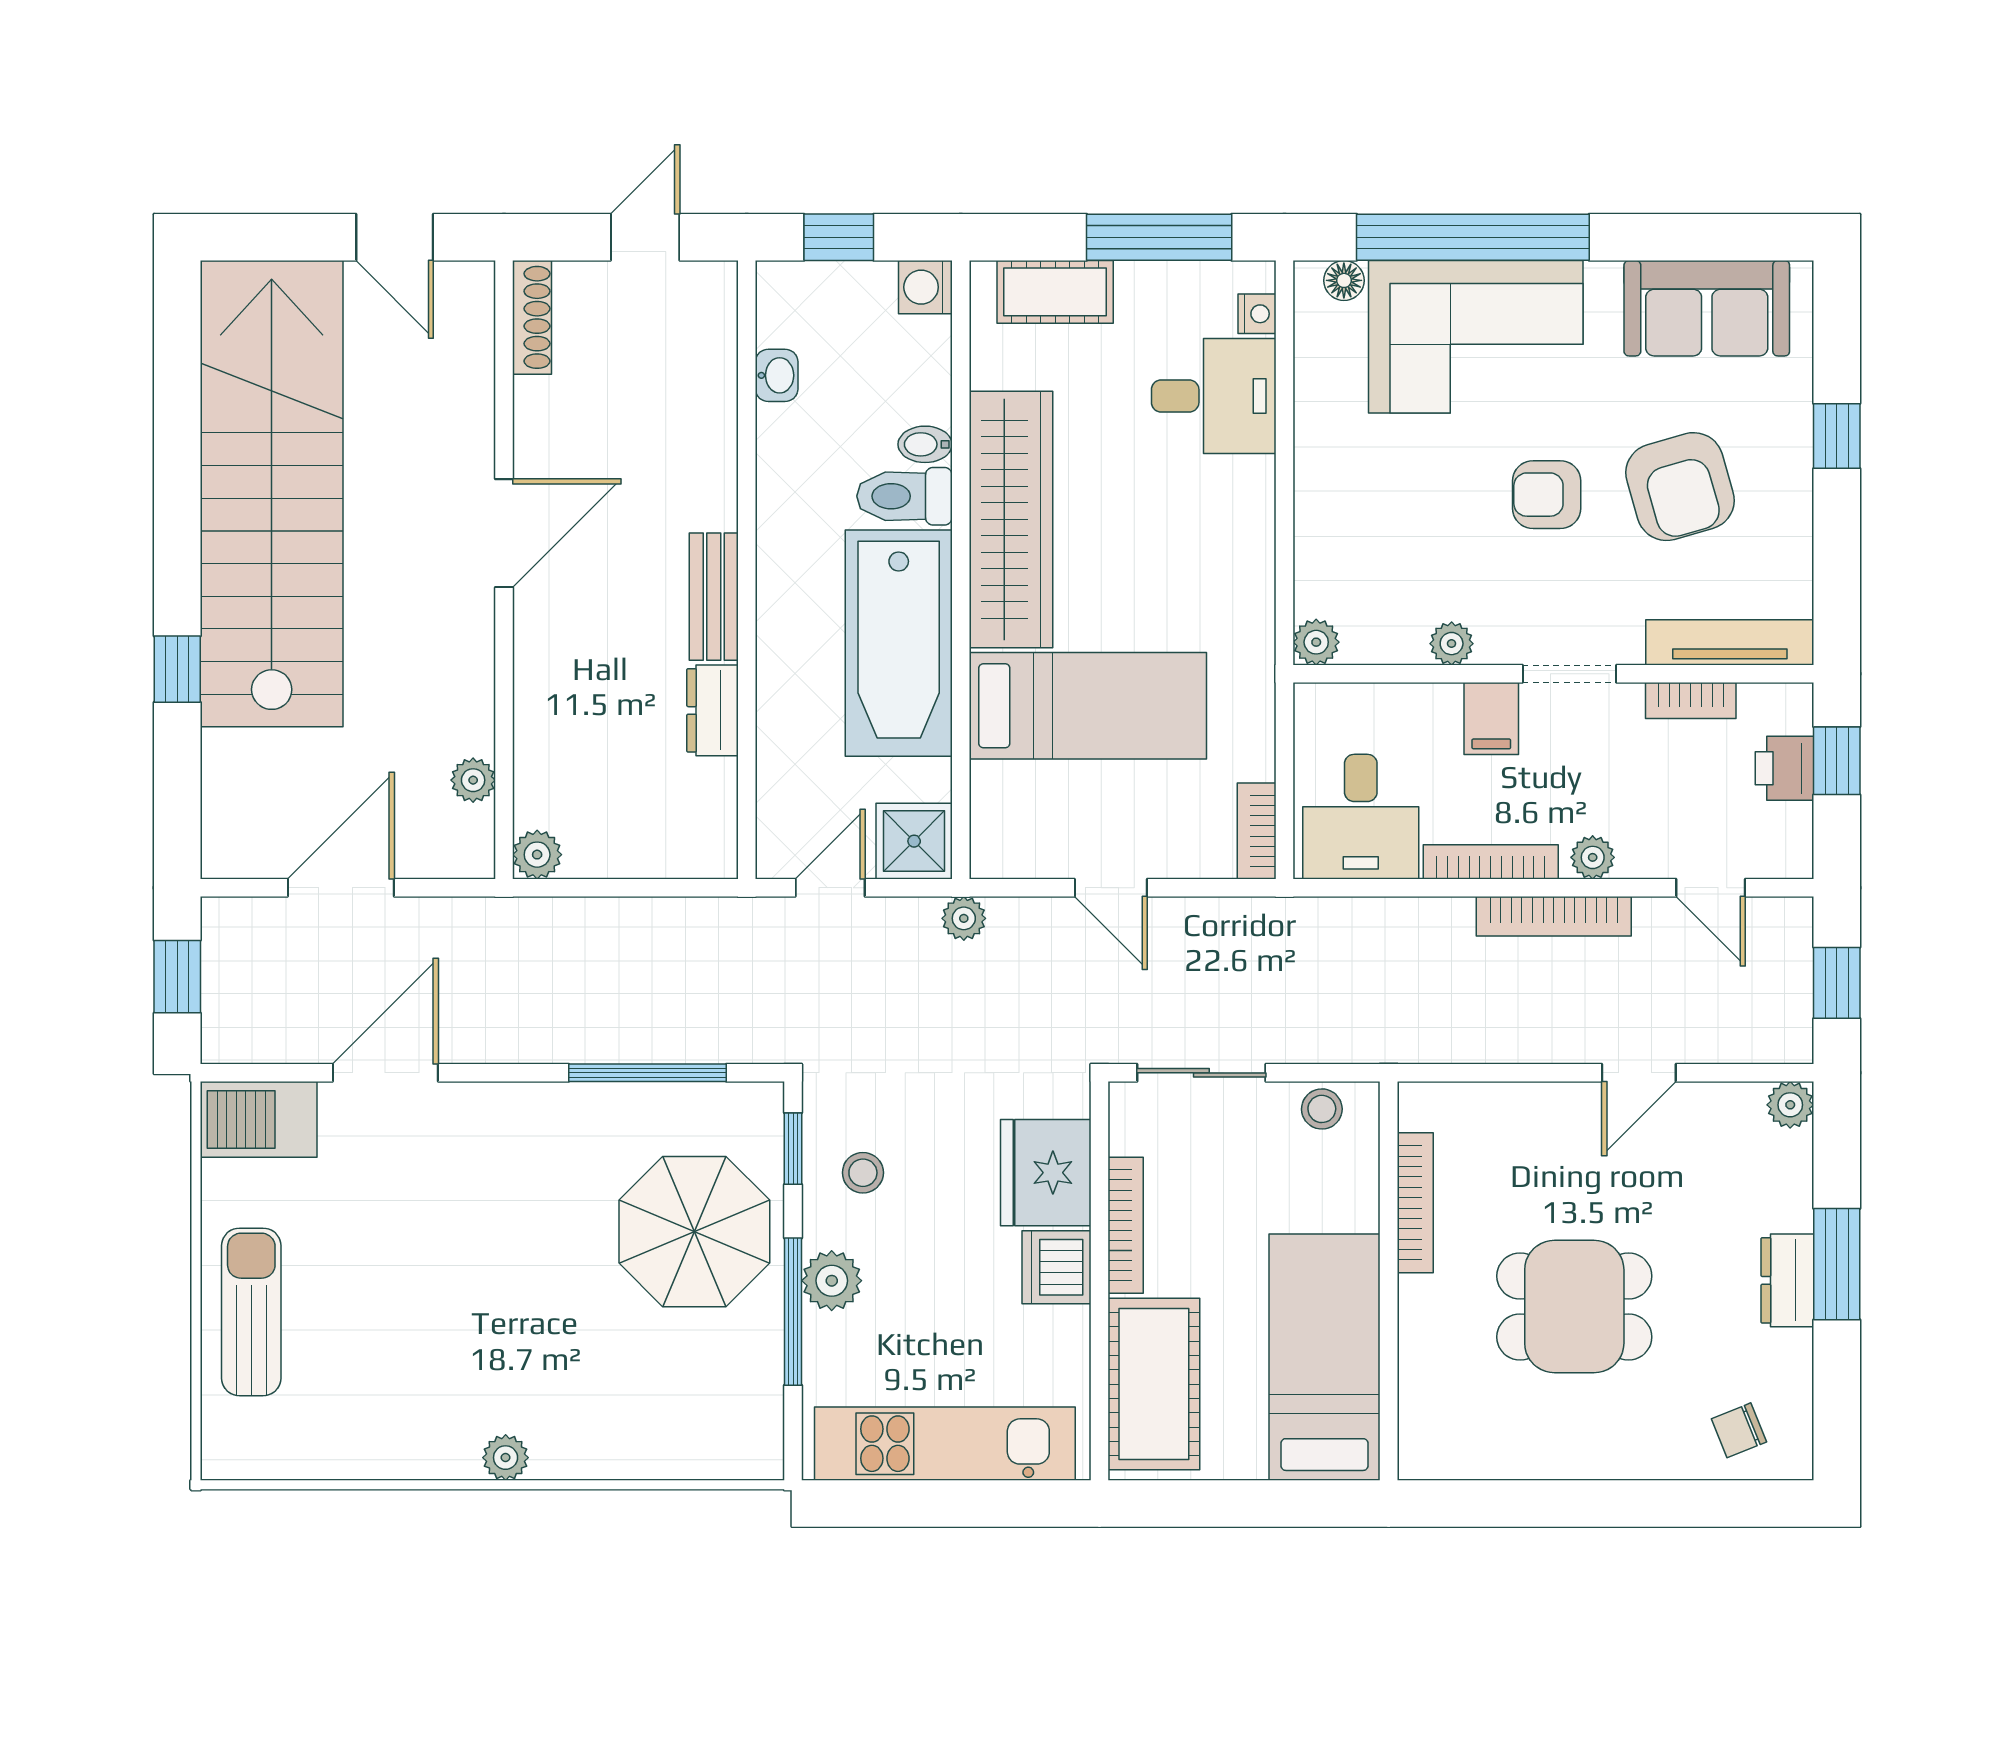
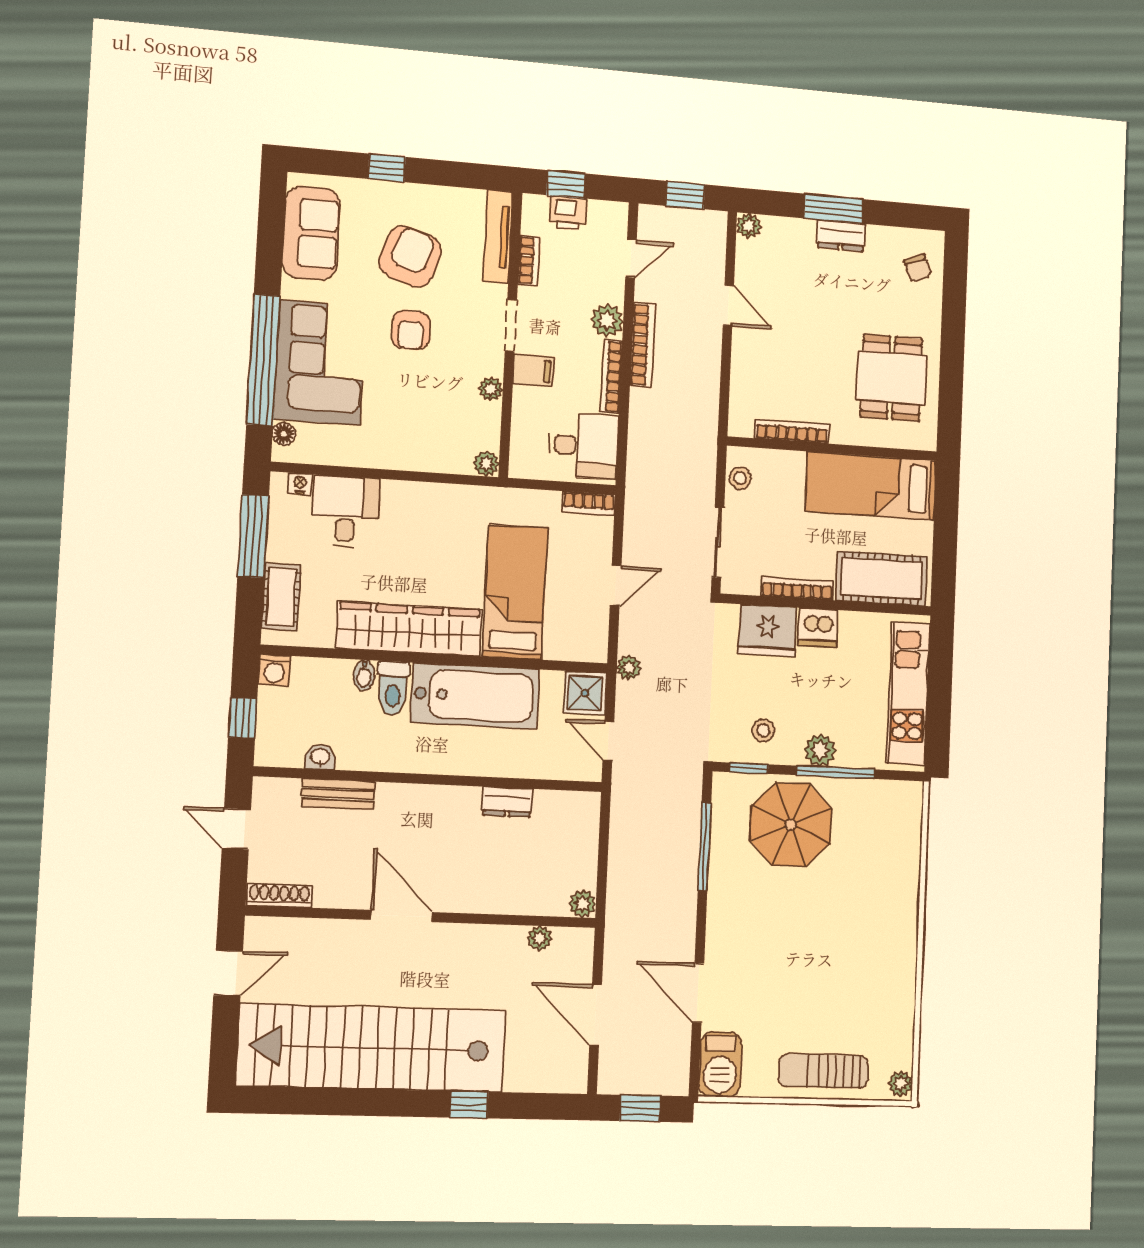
armchair: (1680, 487) -> (410, 256), turned -55
bench: (714, 597) -> (338, 794), moved
plant: (1593, 857) -> (607, 321), width x1.38, depth x1.38
dining table: (1574, 1307) -> (891, 378), moved
plant: (506, 1458) -> (901, 1084), moved

